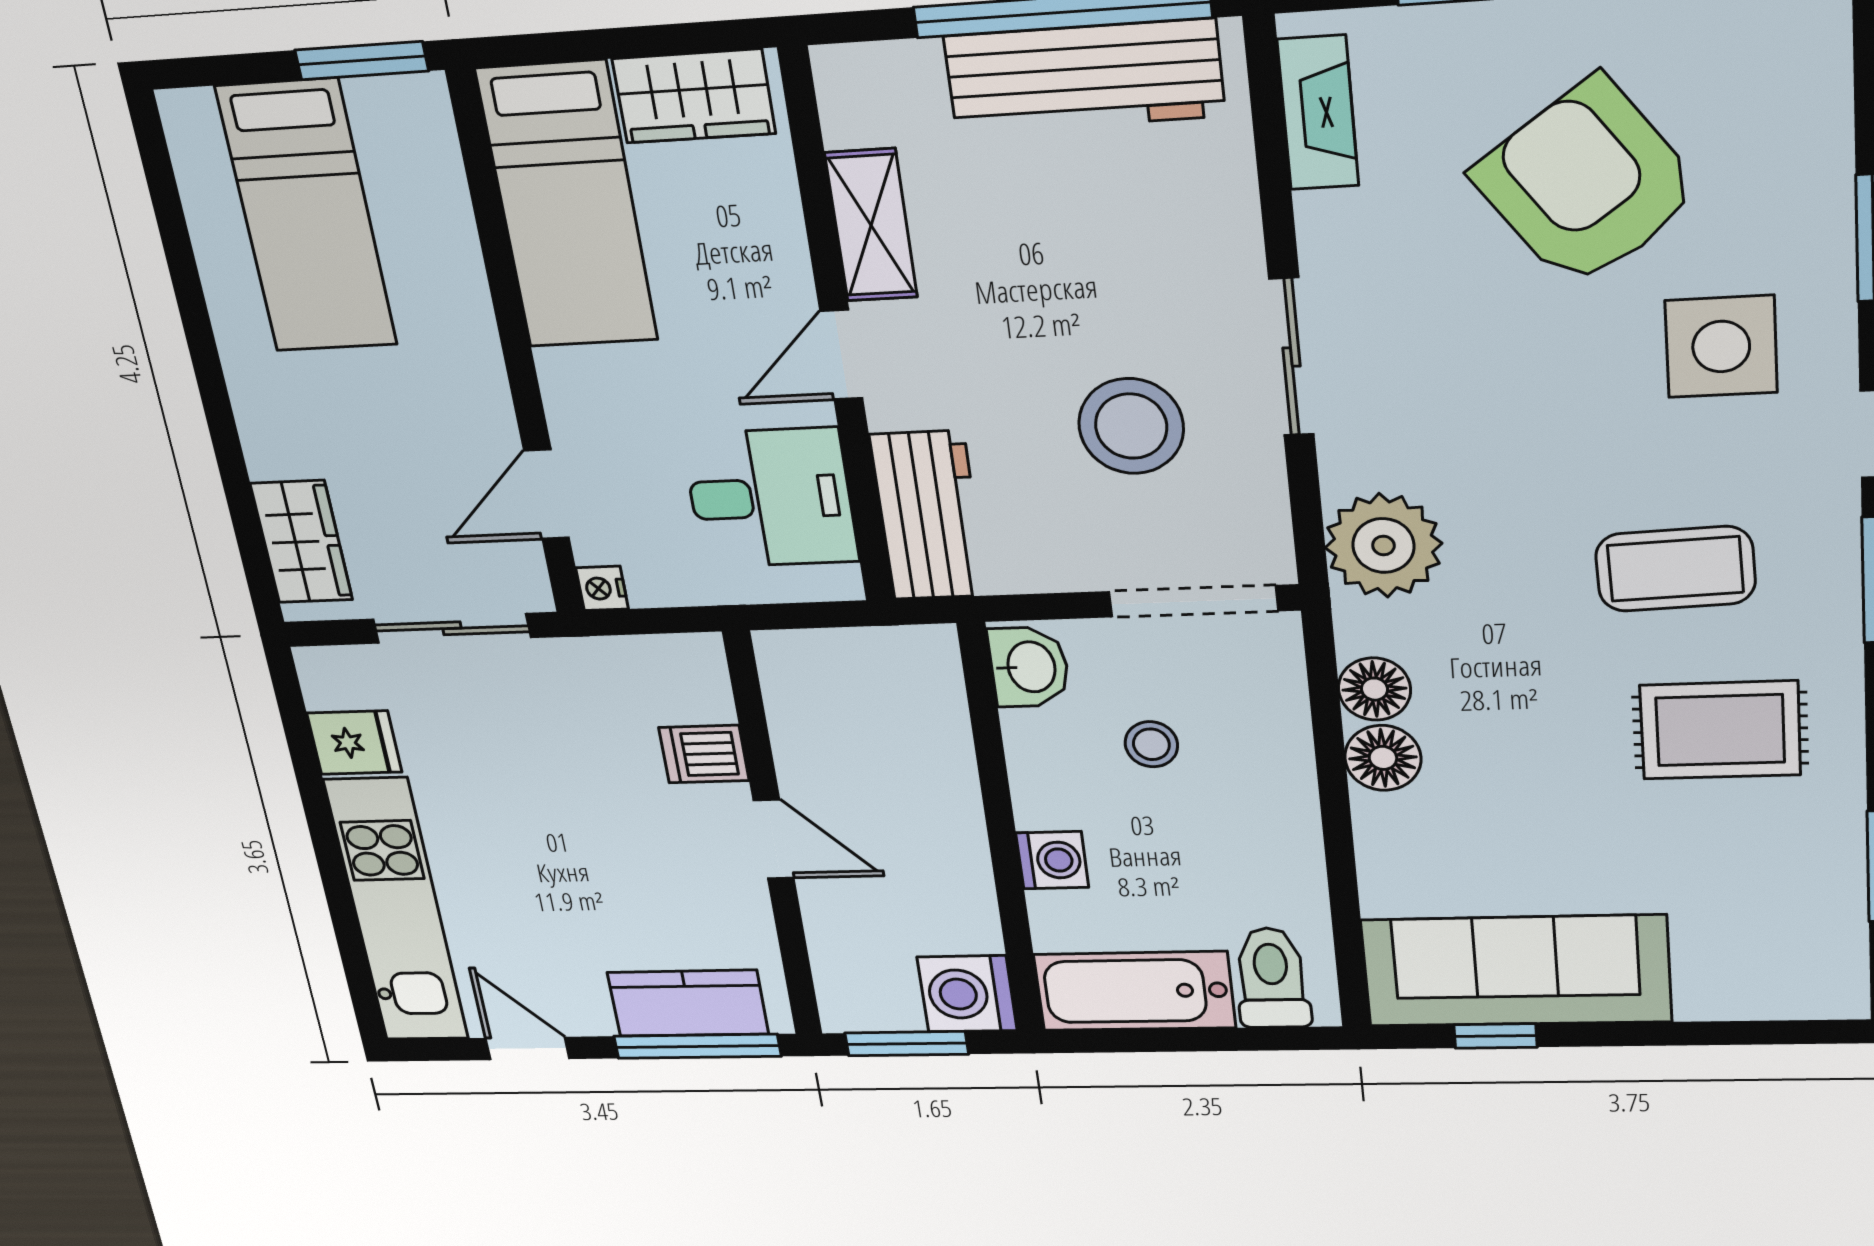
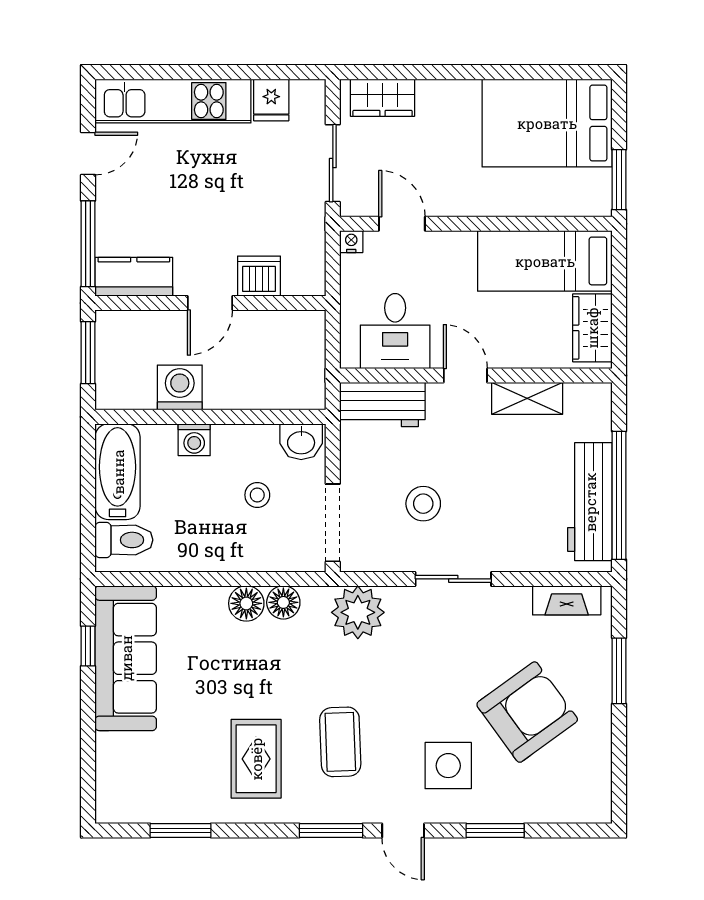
bed: (307, 217) -> (547, 123), width x1.50
stool: (1131, 426) -> (423, 504), width x0.73, depth x0.73
dishwasher: (704, 754) -> (259, 276), width x1.38
washing machine: (967, 994) -> (180, 388), moved
kitchen counter: (688, 1003) -> (134, 277), moved, turned -90

